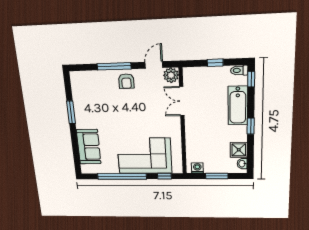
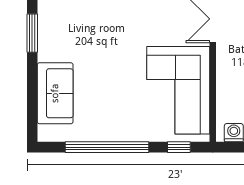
corner sofa: (144, 156) -> (178, 90), moved, turned -90

